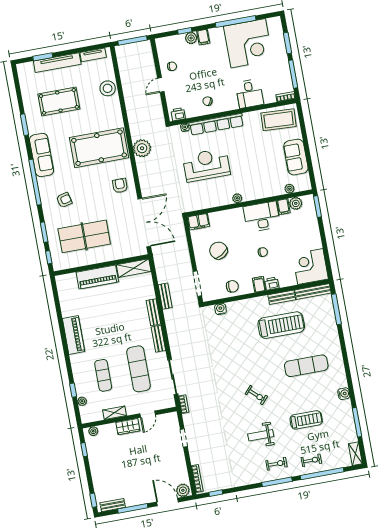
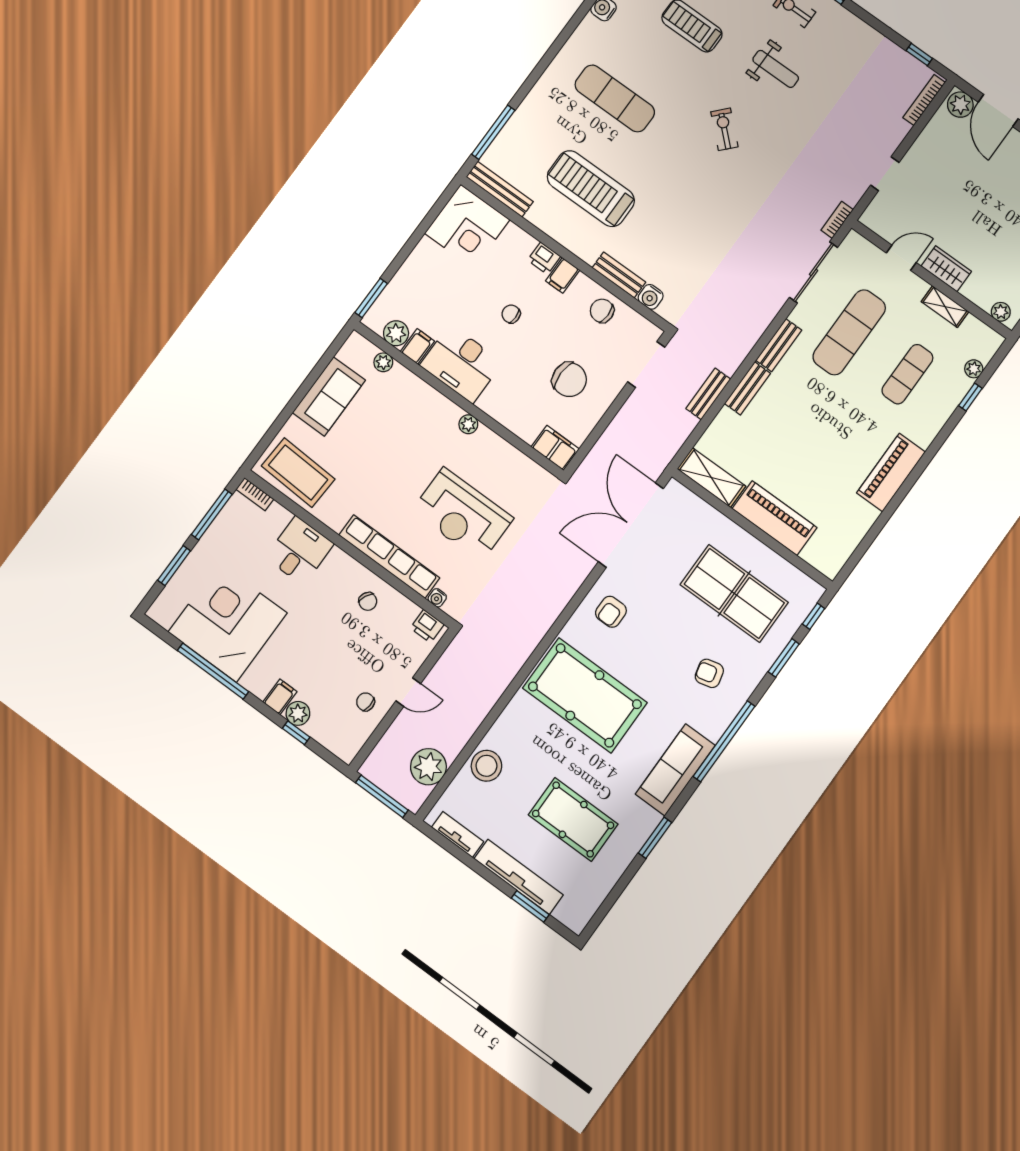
plant: (142, 148) -> (428, 767), moved
chair: (218, 251) -> (569, 380), turned -59
bench: (282, 297) -> (619, 275), moved

